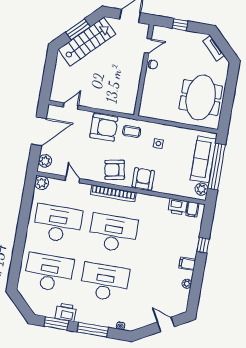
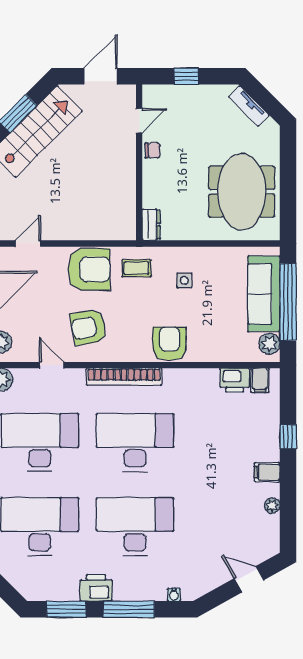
dresser: (144, 108) -> (151, 225), added
armchair: (115, 170) -> (89, 327), moved
printer: (66, 312) -> (96, 588), moved

